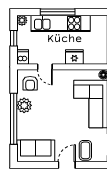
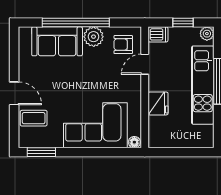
sofa: (36, 151) -> (57, 41), moved, turned 90

